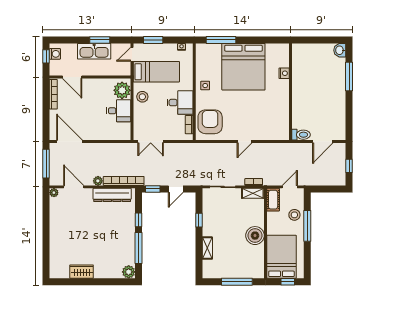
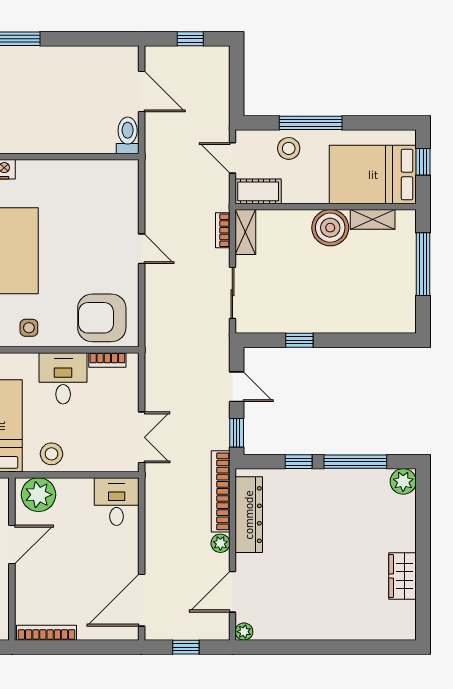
door: (72, 77) -> (12, 544), moved
desk: (119, 111) -> (117, 502), moved
window: (46, 164) -> (186, 647), width x0.46
shelving: (207, 248) -> (373, 219), moved

